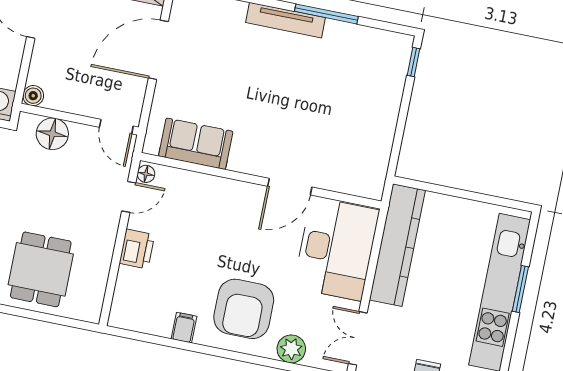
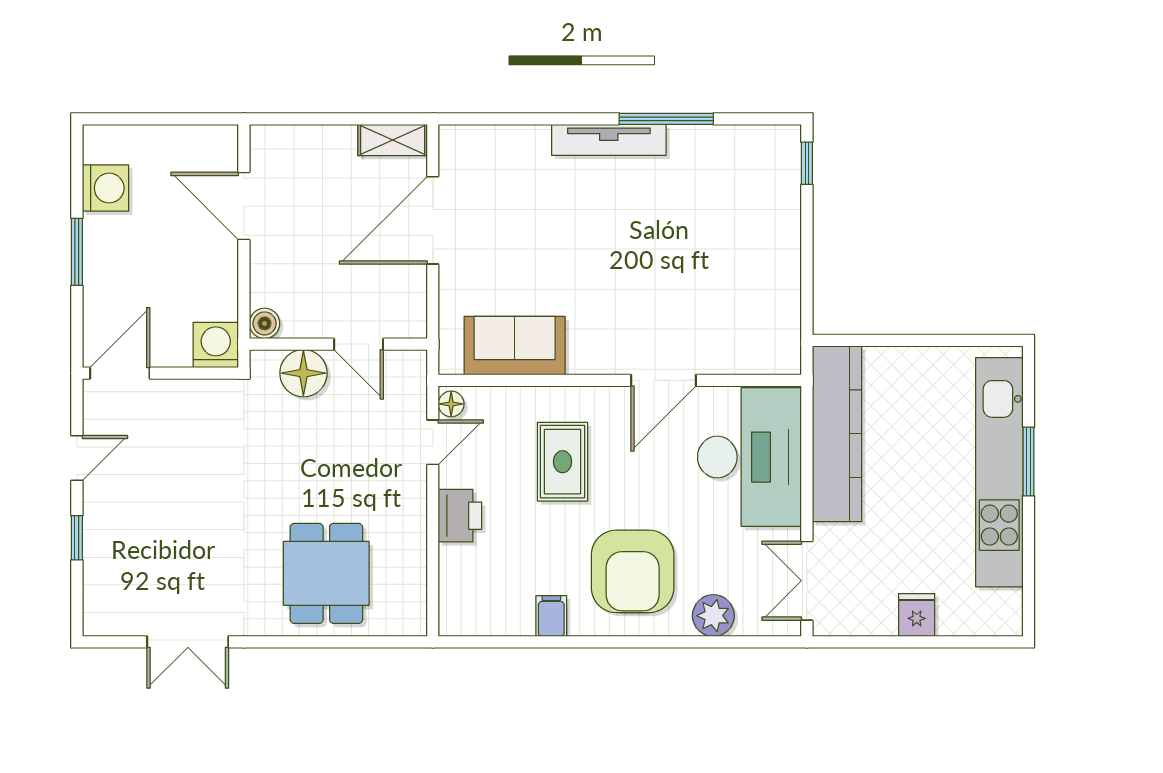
door: (116, 127) -> (359, 344), moved
rug: (212, 227) -> (562, 462), added

